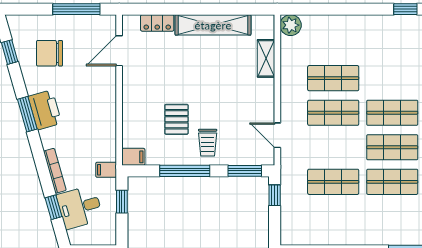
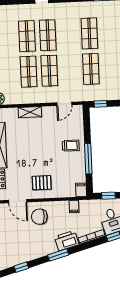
chair: (50, 53) -> (39, 217), moved, turned 90
shelving: (266, 58) -> (30, 112), moved
printer: (45, 110) -> (67, 241), moved
pallet: (176, 119) -> (42, 183), moved
shop shelf: (392, 147) -> (27, 36), moved
filing cabinet: (106, 170) -> (74, 207), moved
window: (245, 171) -> (87, 122), removed

